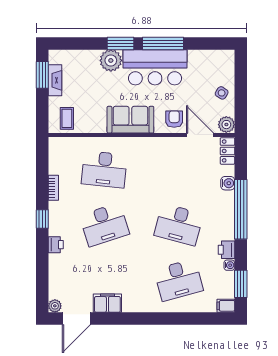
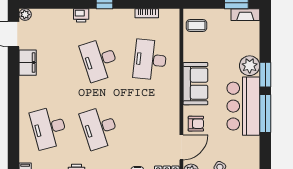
fireplace: (55, 80) -> (245, 15), moved
bookcase: (53, 188) -> (147, 13), moved
desk: (179, 225) -> (99, 128), turned -33

